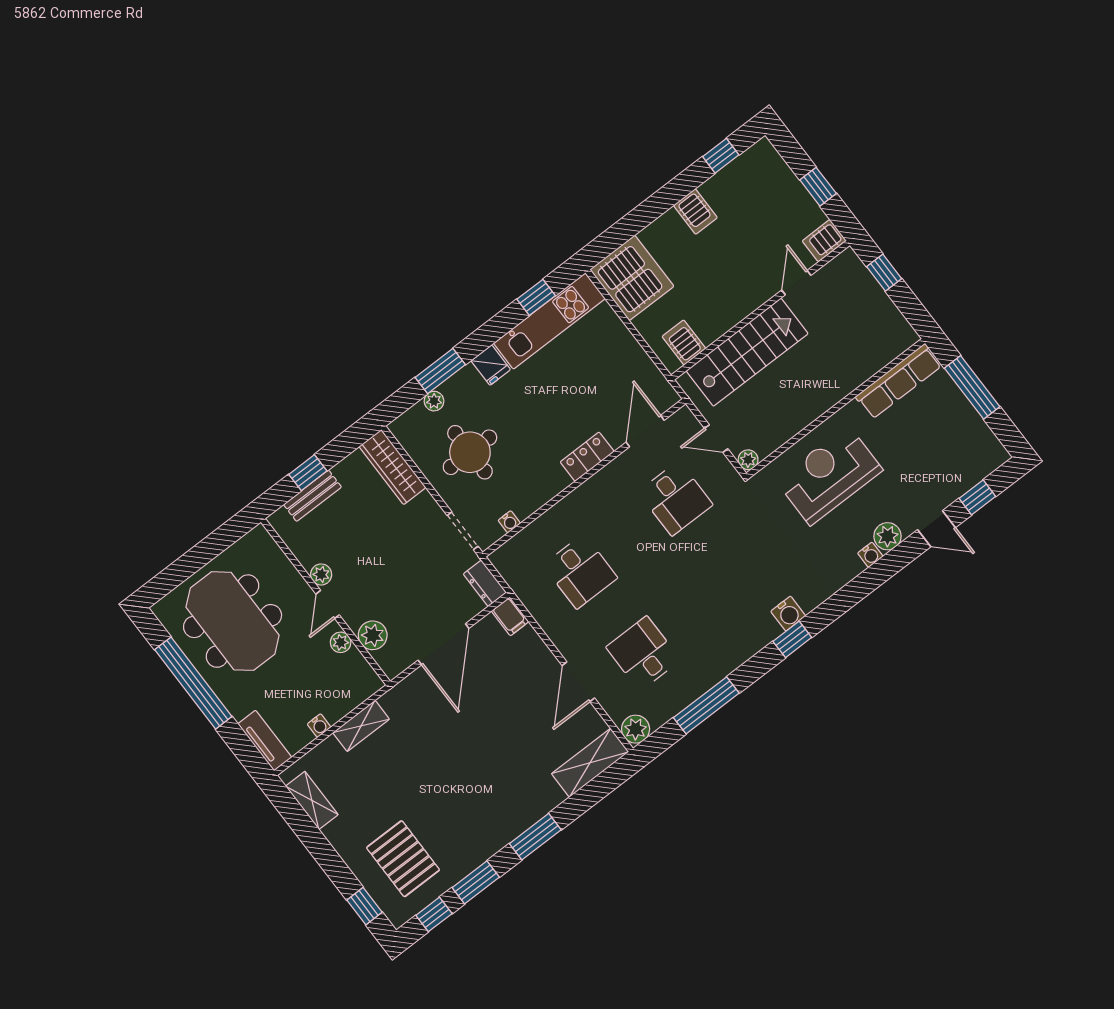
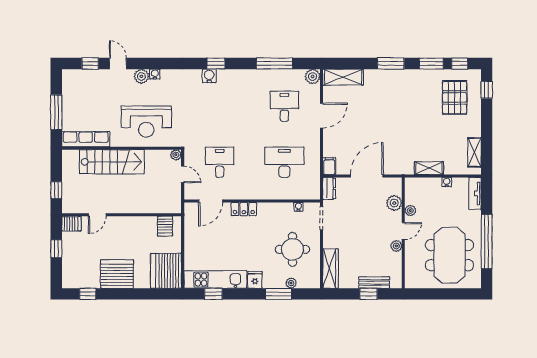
server rack: (695, 211) -> (117, 274), width x2.18, depth x1.44
stairs: (747, 352) -> (112, 162), moved, turned 180
desk: (580, 571) -> (284, 162), width x1.37
desk: (643, 654) -> (284, 106), turned 180

